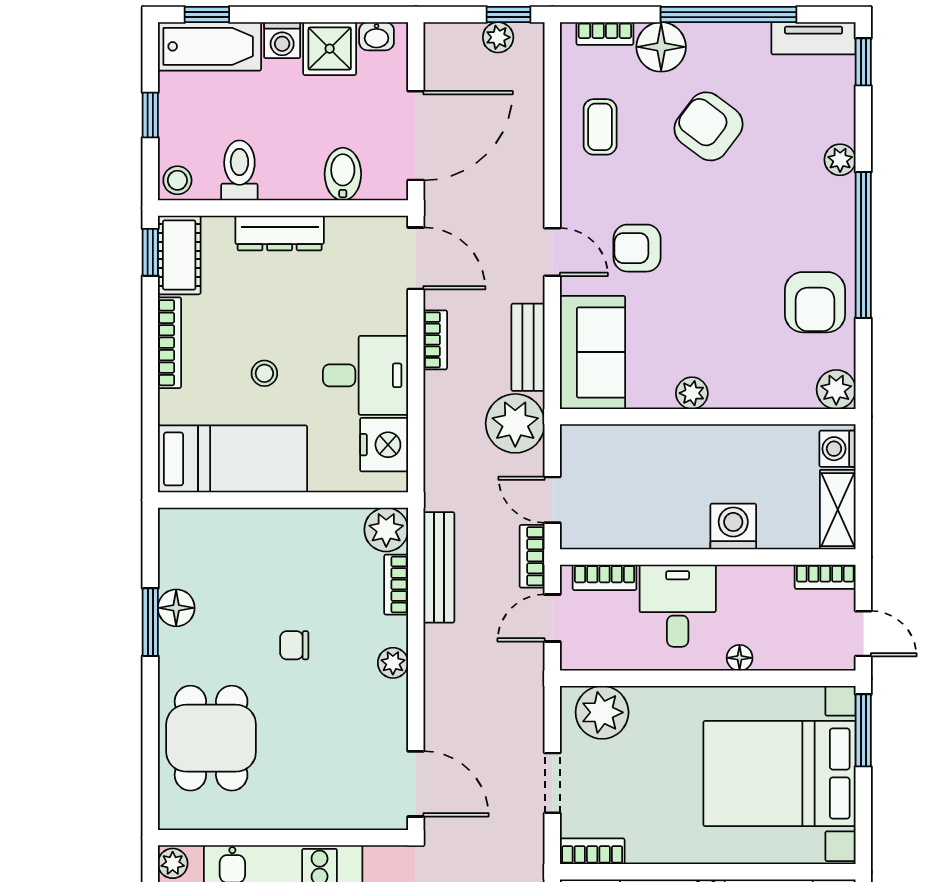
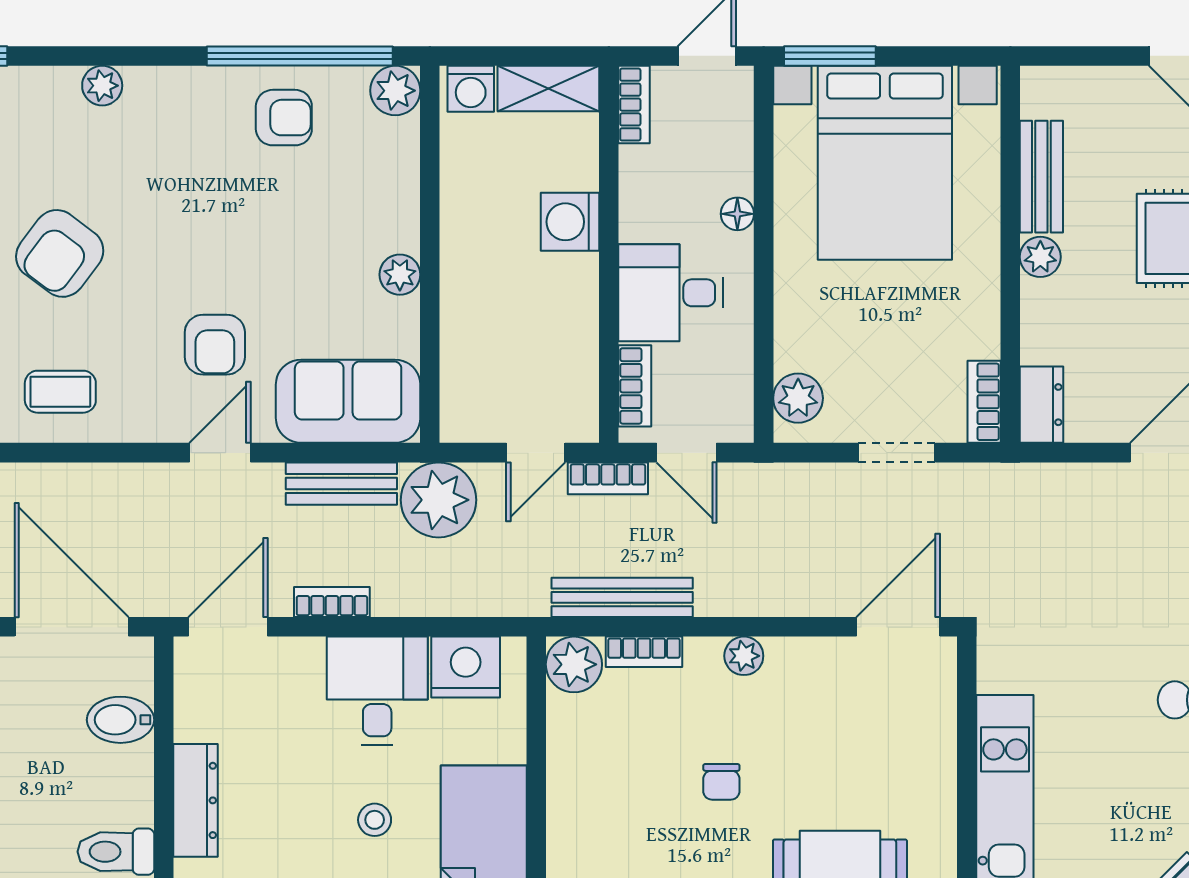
window: (863, 245) -> (300, 56), moved
armchair: (815, 302) -> (284, 118), width x0.72, depth x0.72
plant: (602, 712) -> (798, 398), width x0.73, depth x0.73

